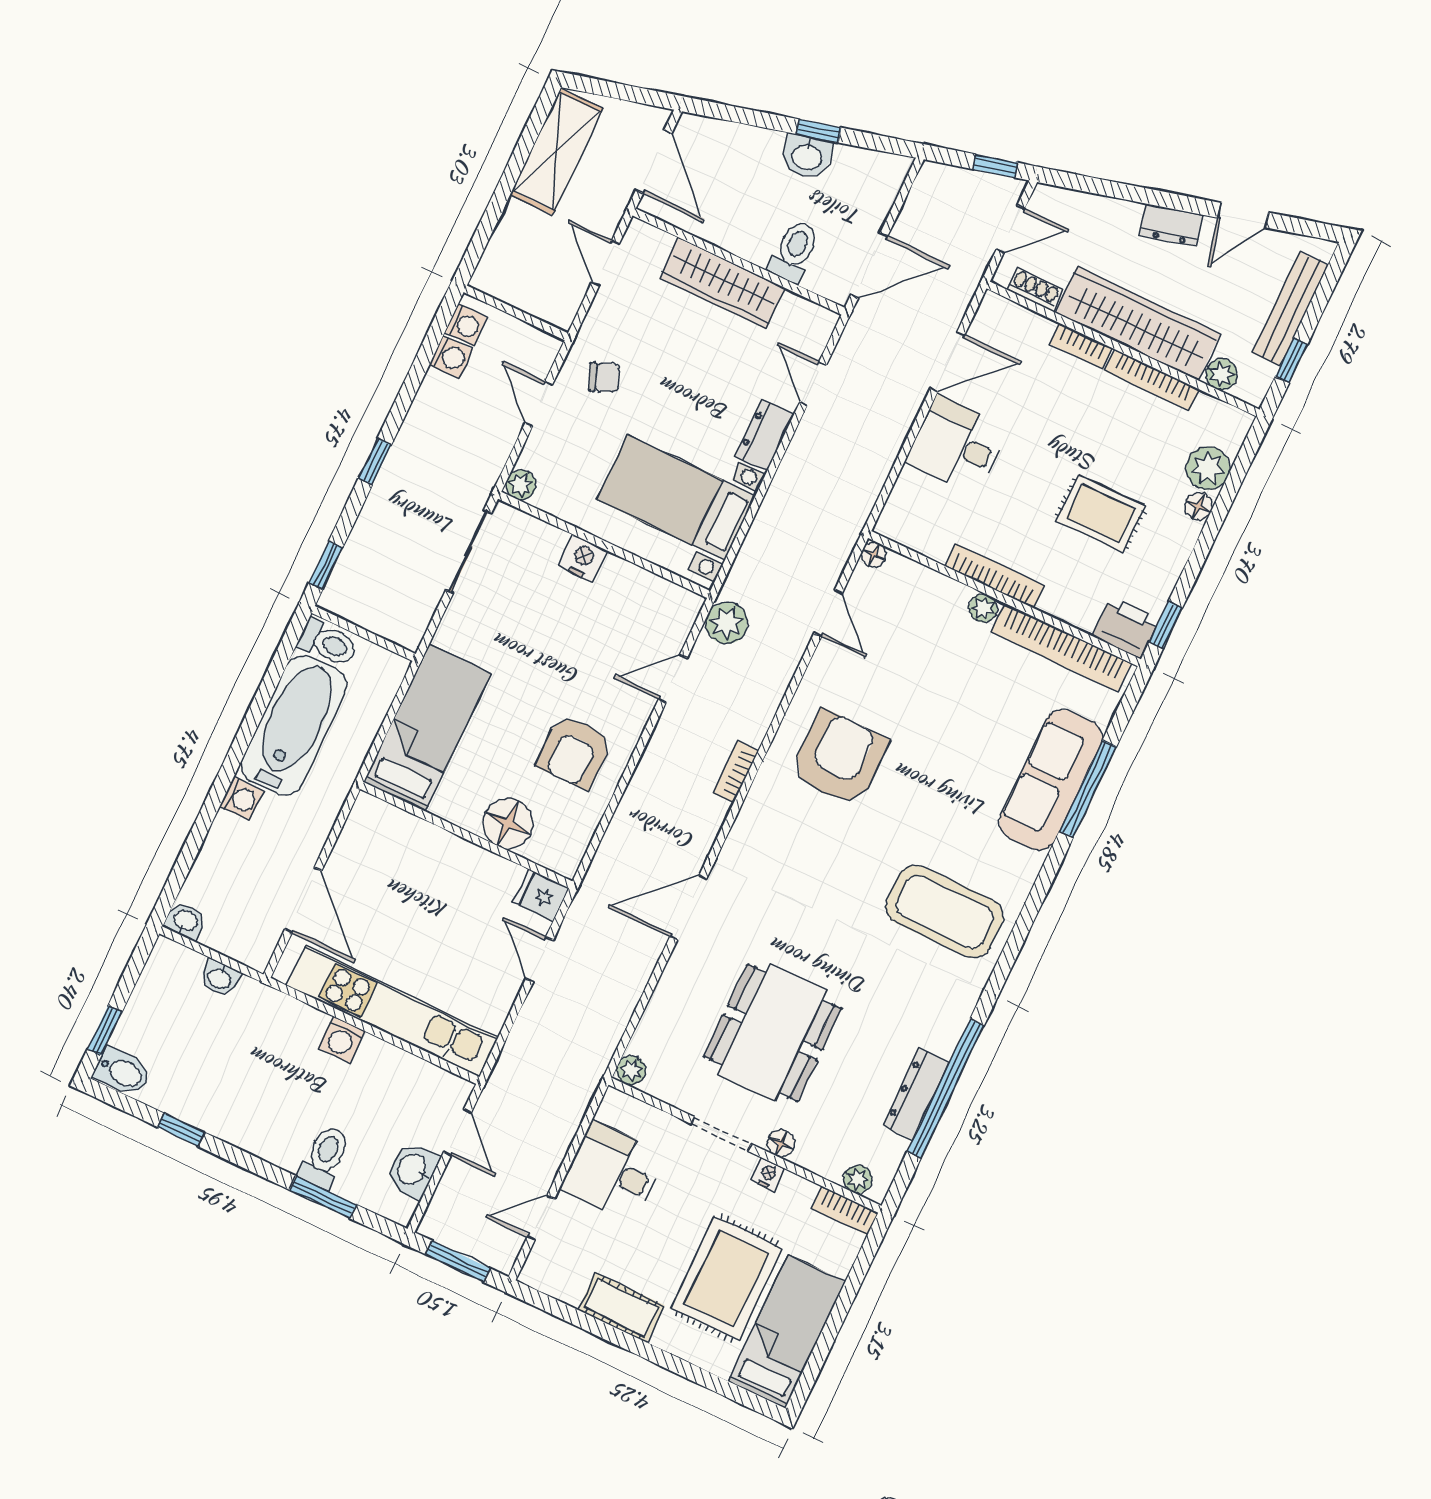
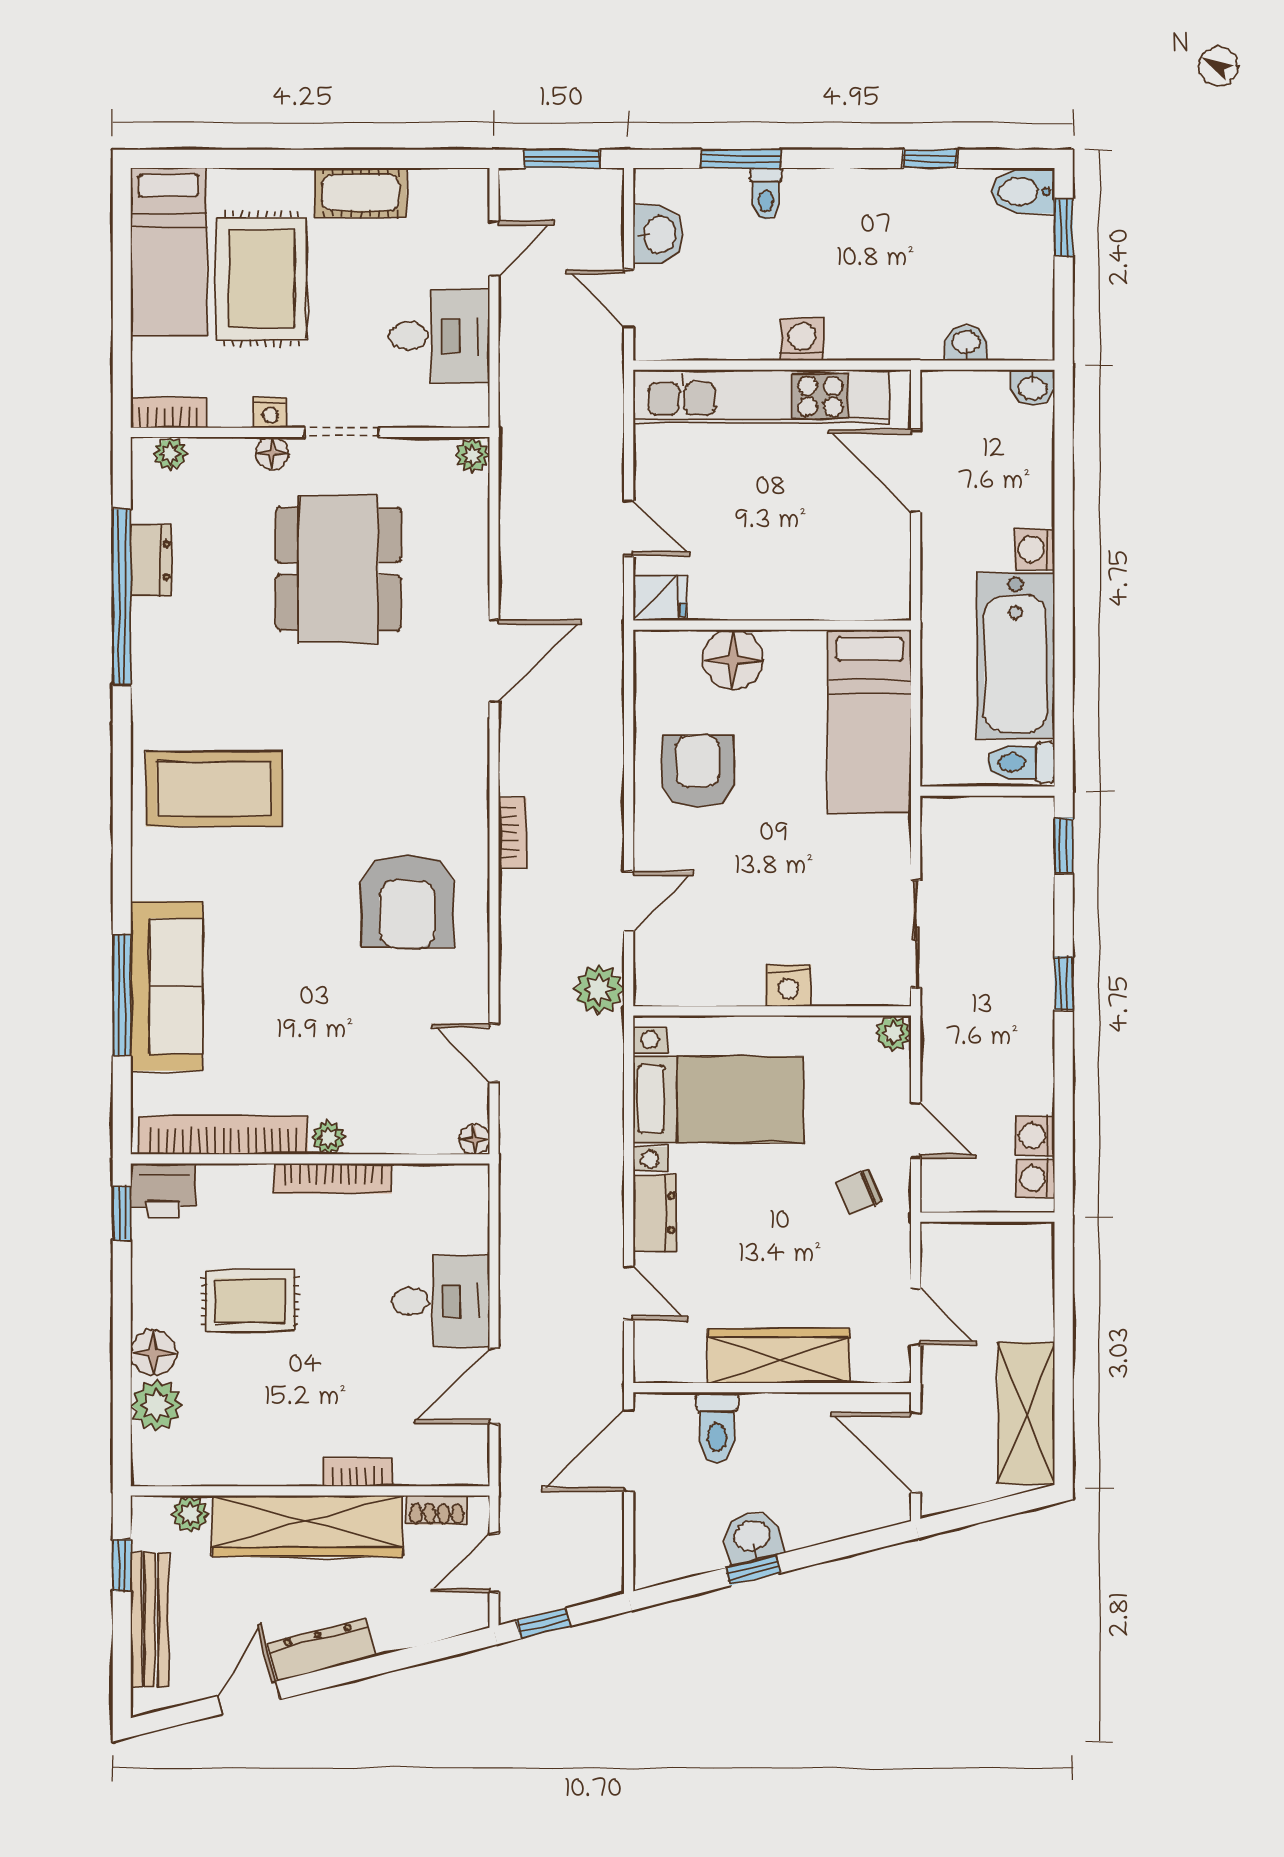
dresser: (1171, 225) -> (321, 1650), width x1.44
bookcase: (1152, 380) -> (263, 1472), removed
floor lamp: (1199, 506) -> (153, 1353), width x1.37, depth x1.37
dresser: (916, 1094) -> (151, 560), width x0.70
toilet: (325, 1157) -> (766, 194), width x0.73, depth x0.72

